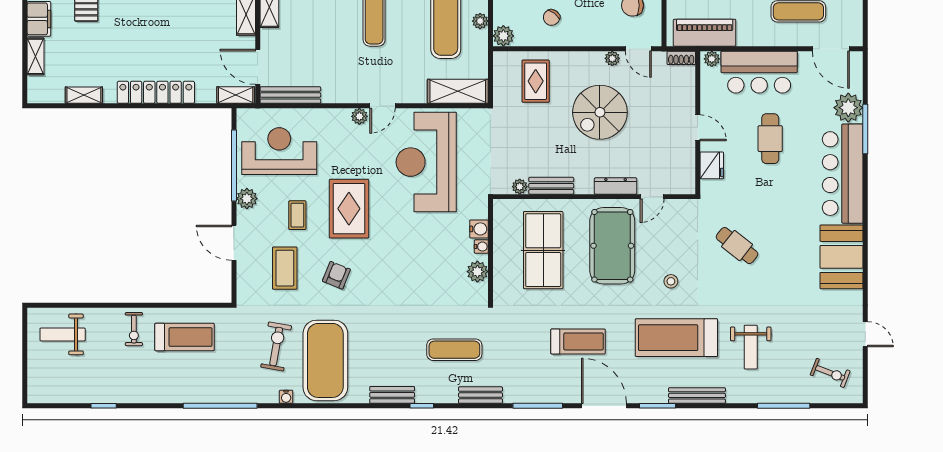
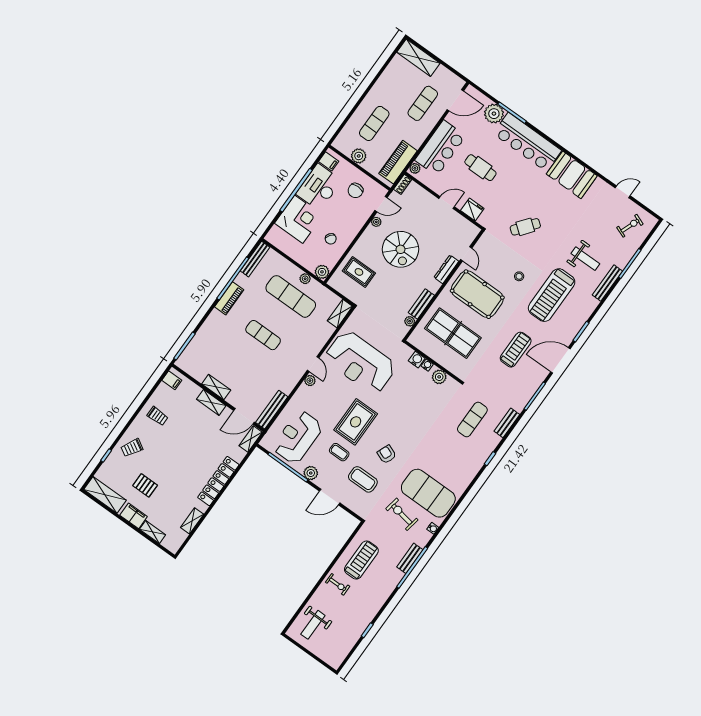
shelving: (458, 91) -> (340, 314), width x0.67, depth x0.75
rug: (349, 209) -> (356, 422), turned 90
bench: (392, 395) -> (410, 558), moved
bench: (697, 395) -> (607, 283), moved

